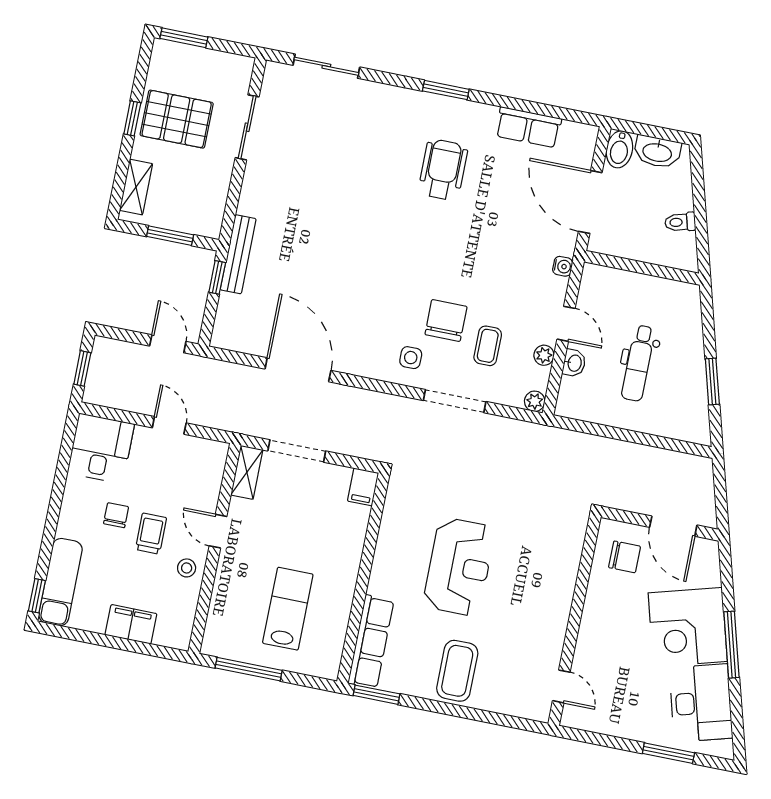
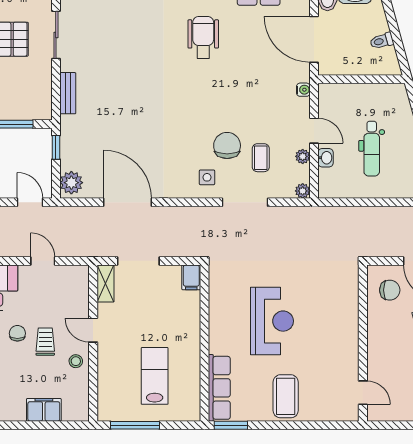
bench: (238, 254) -> (68, 93), moved, width x0.73
plant: (228, 329) -> (71, 183), added

